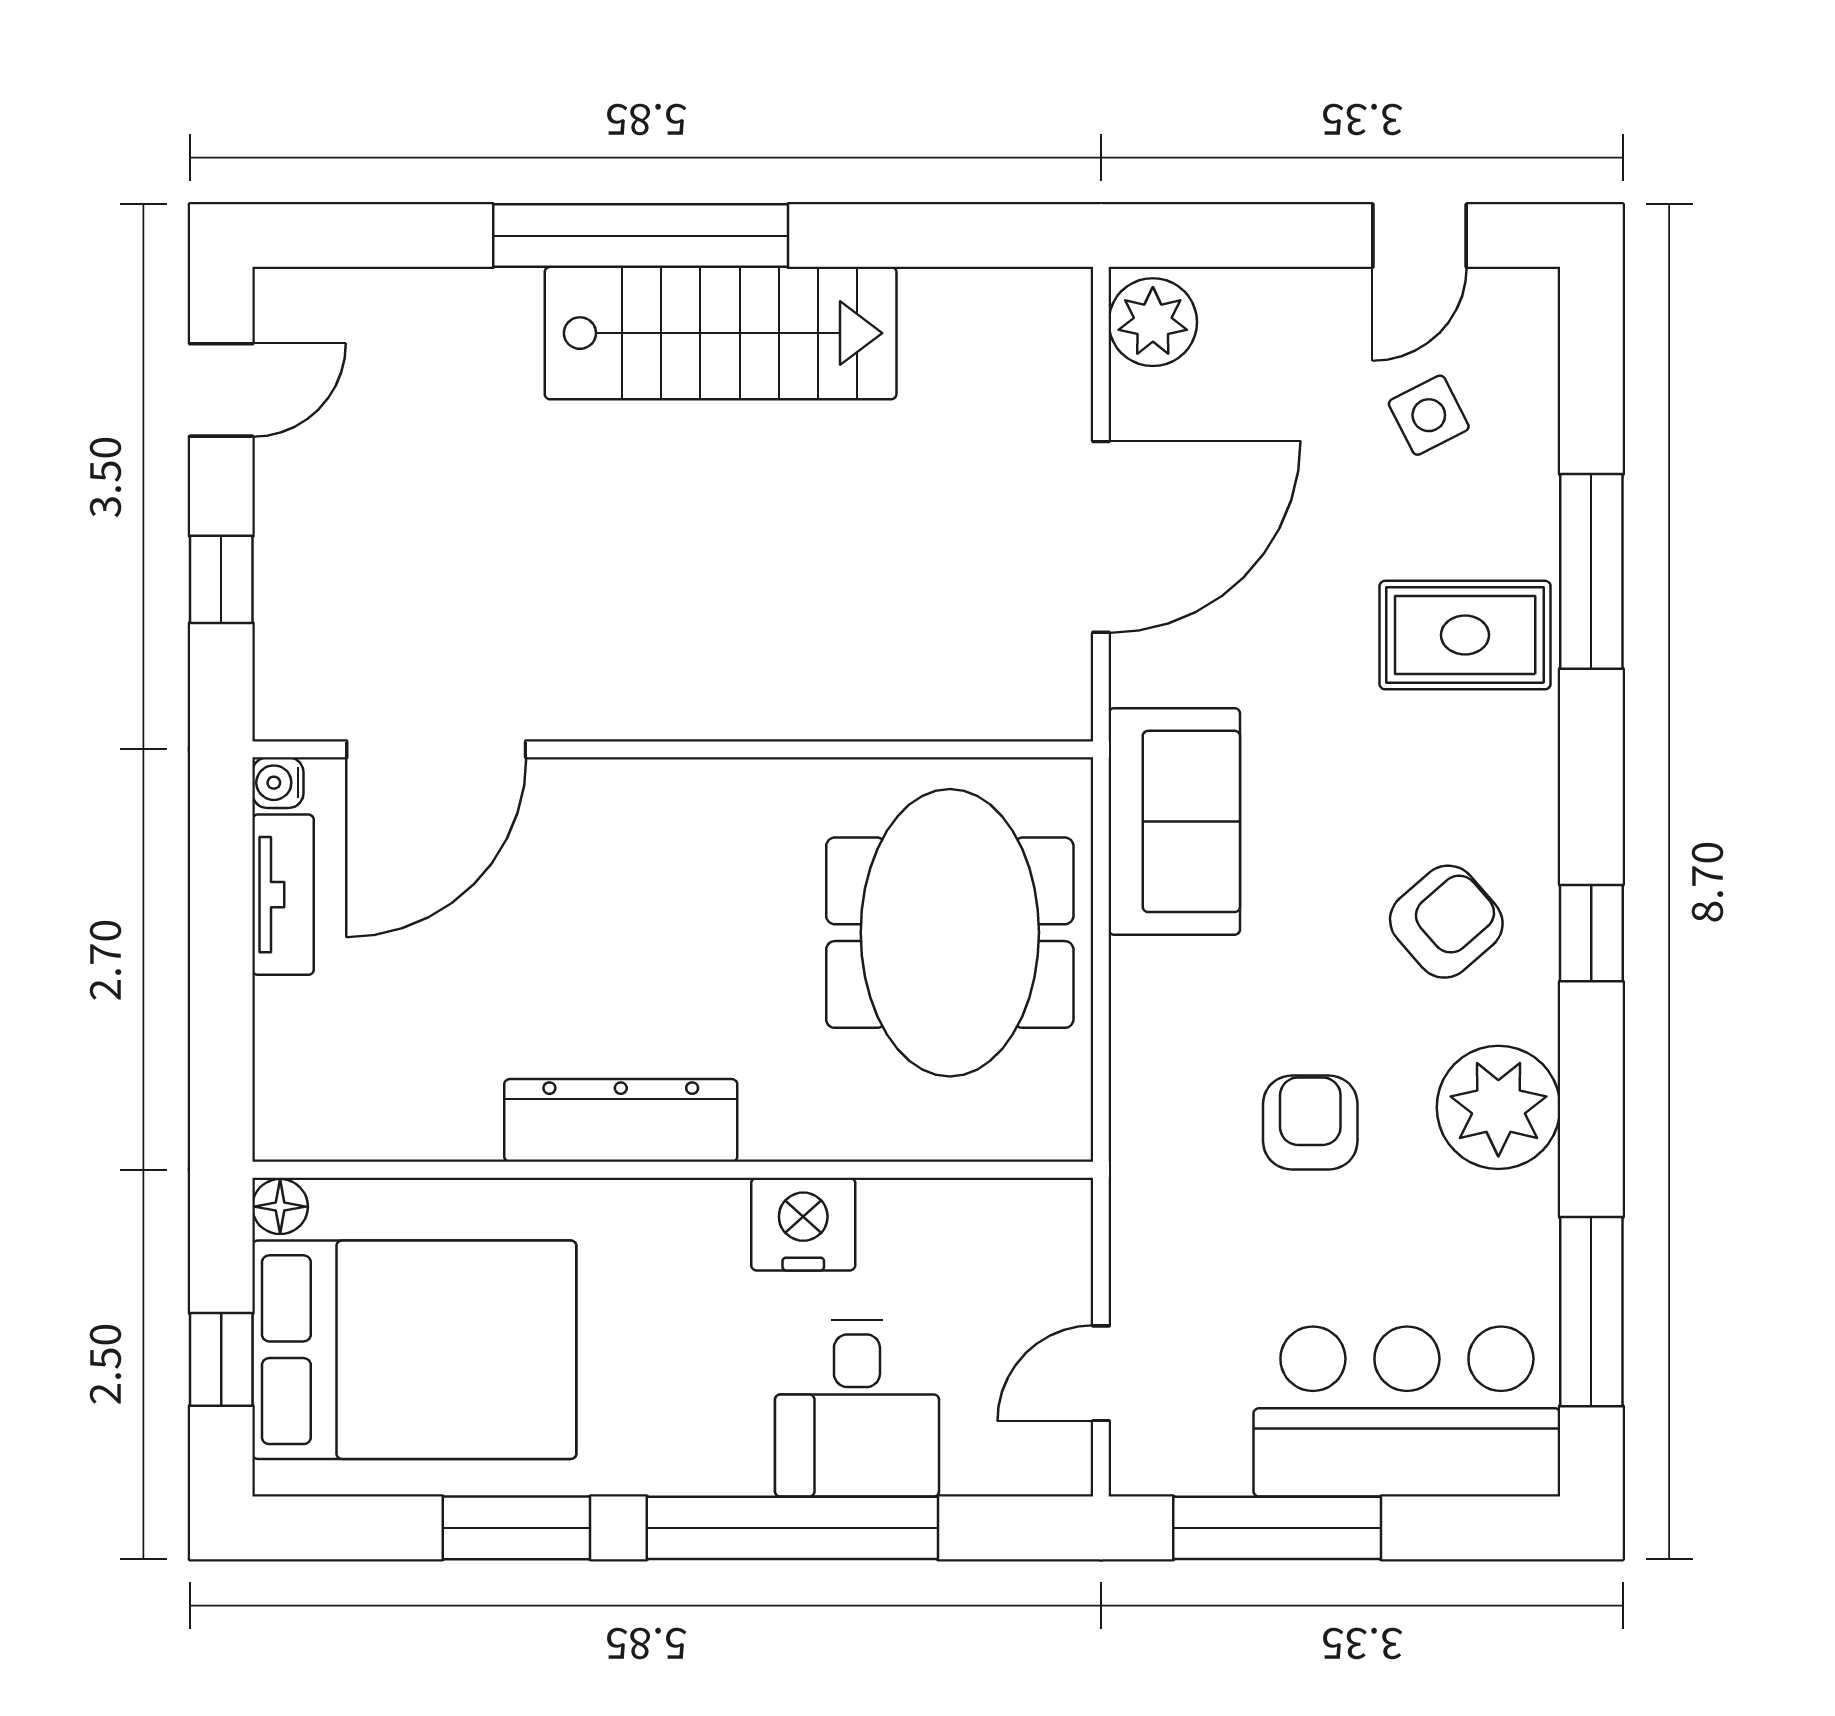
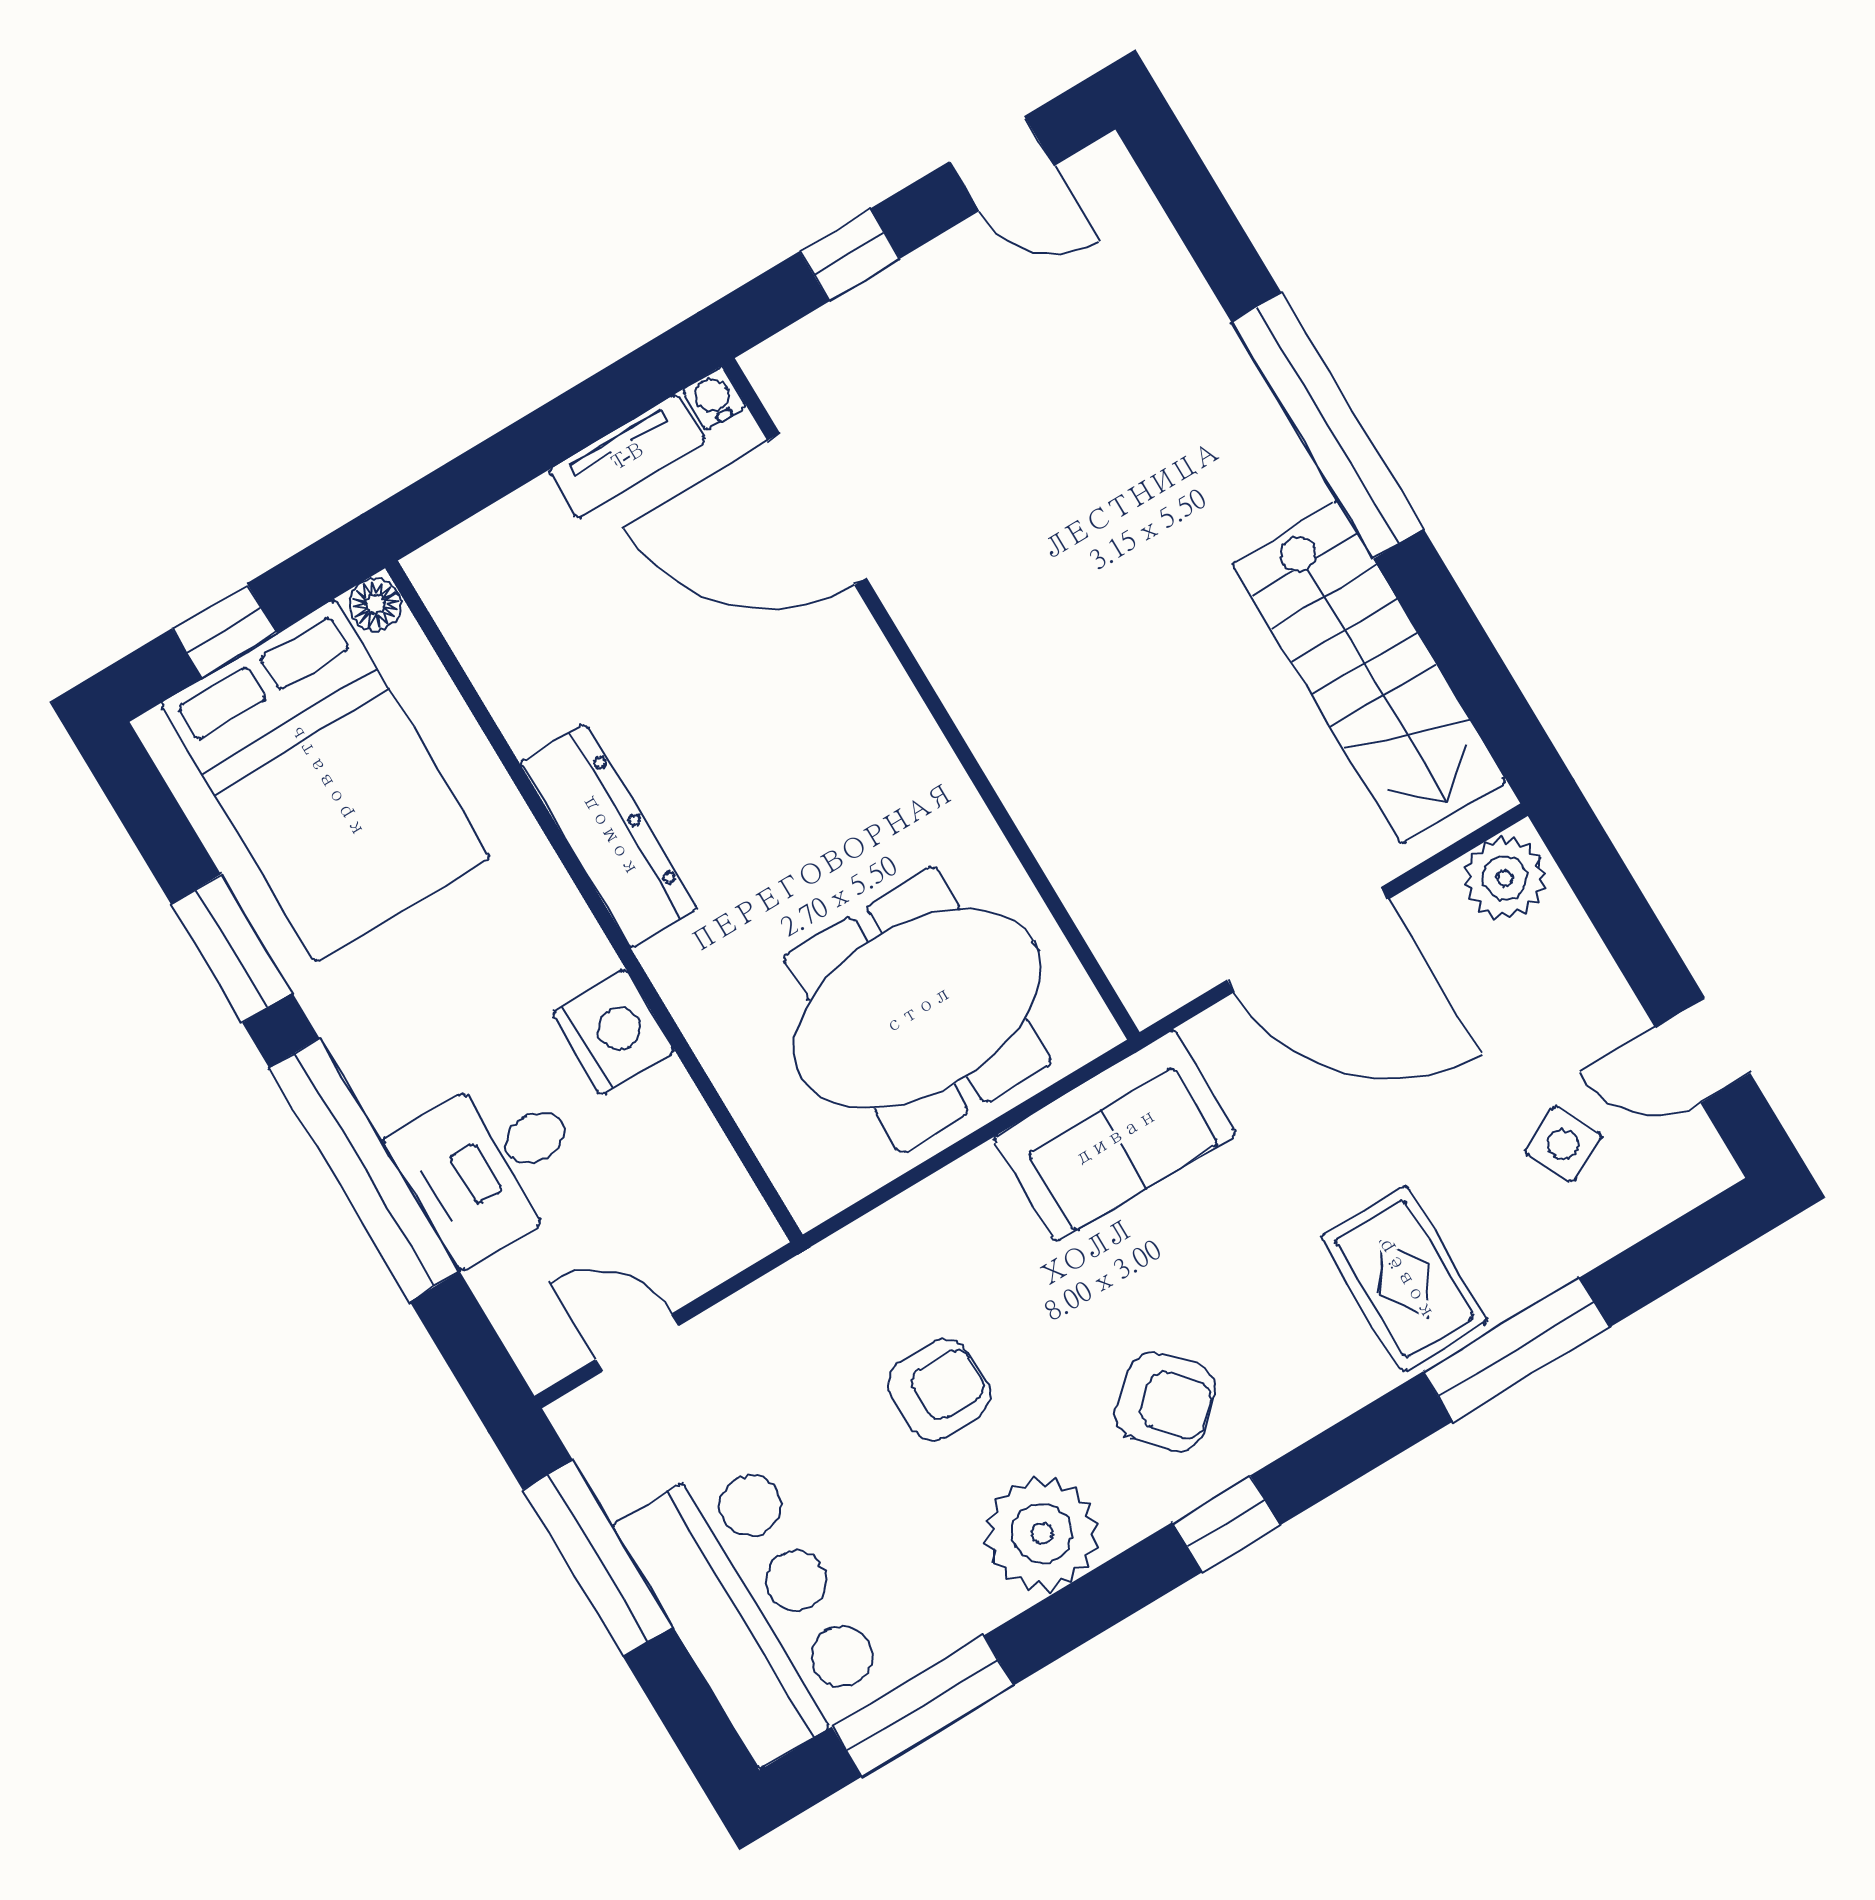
stairs: (721, 333) -> (1369, 673), moved

